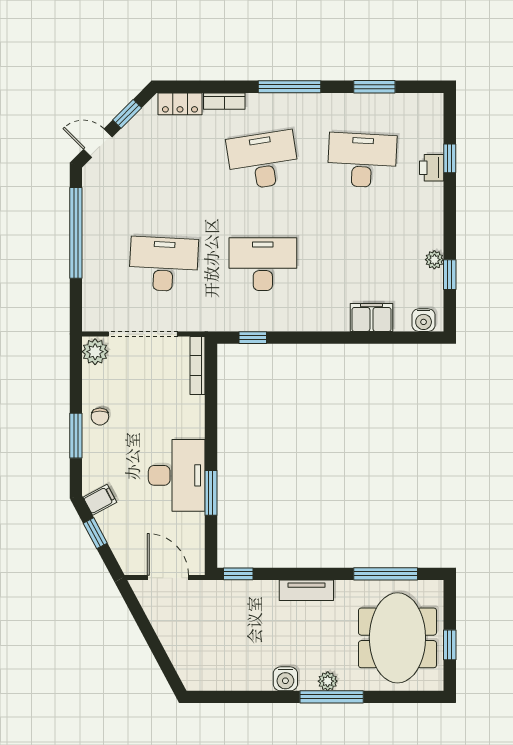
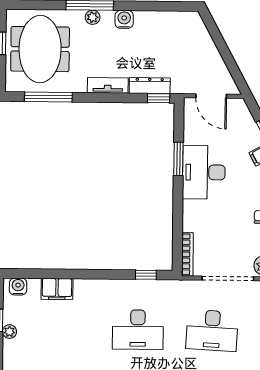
dresser: (250, 591) -> (150, 86), added

